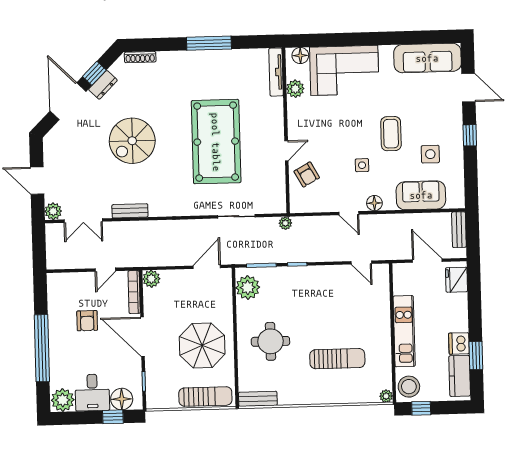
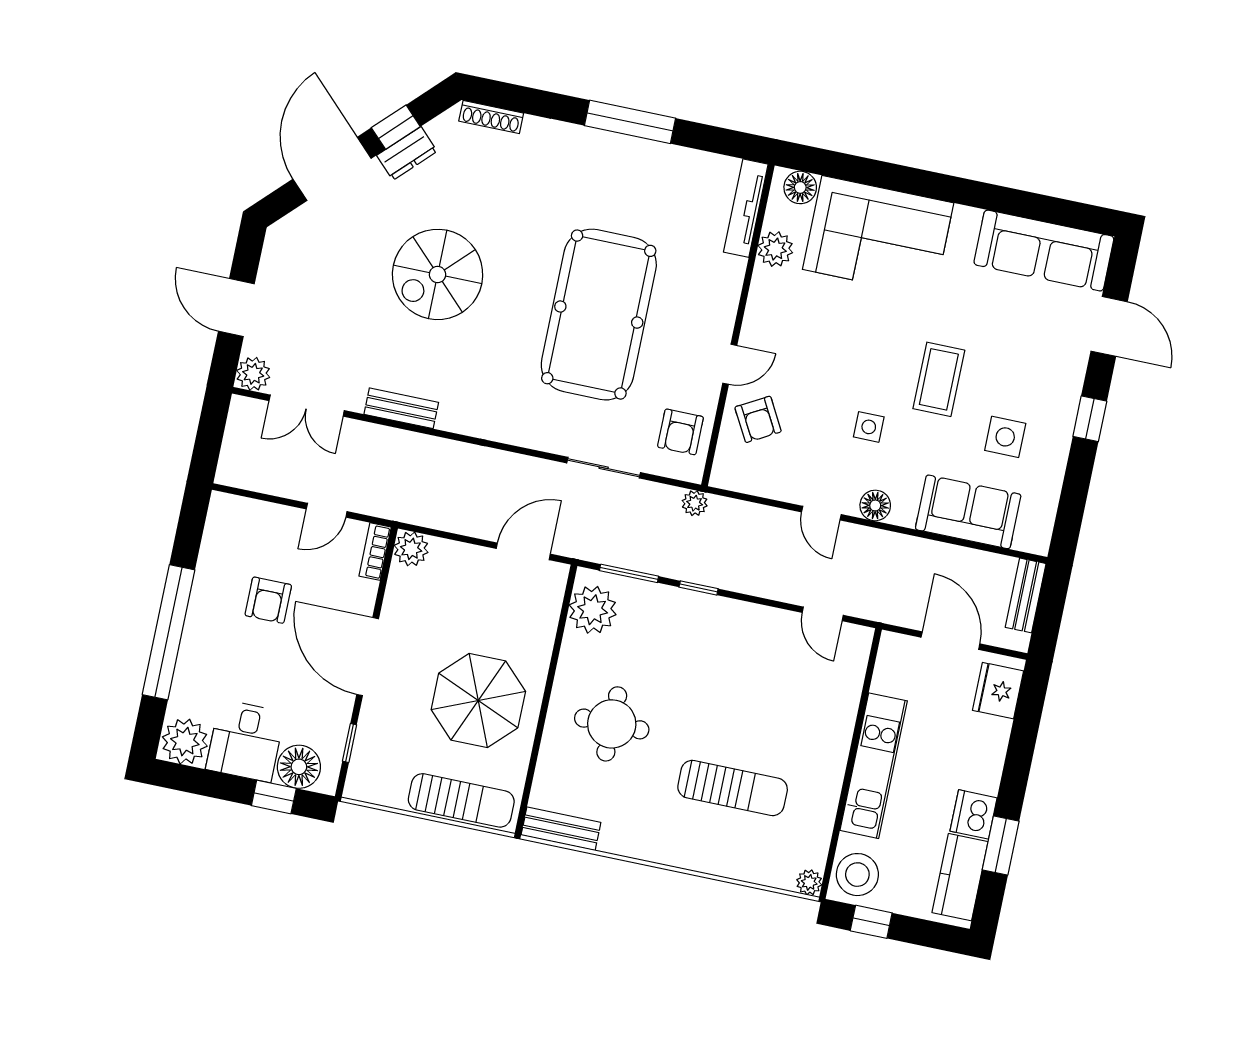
armchair: (270, 190) -> (680, 432), added
bookcase: (134, 292) -> (375, 552), width x0.64

